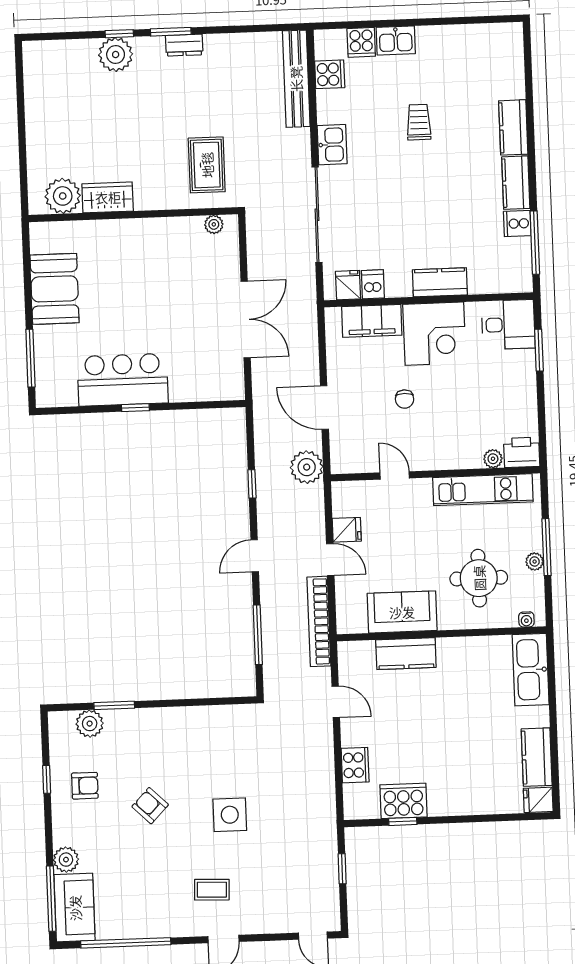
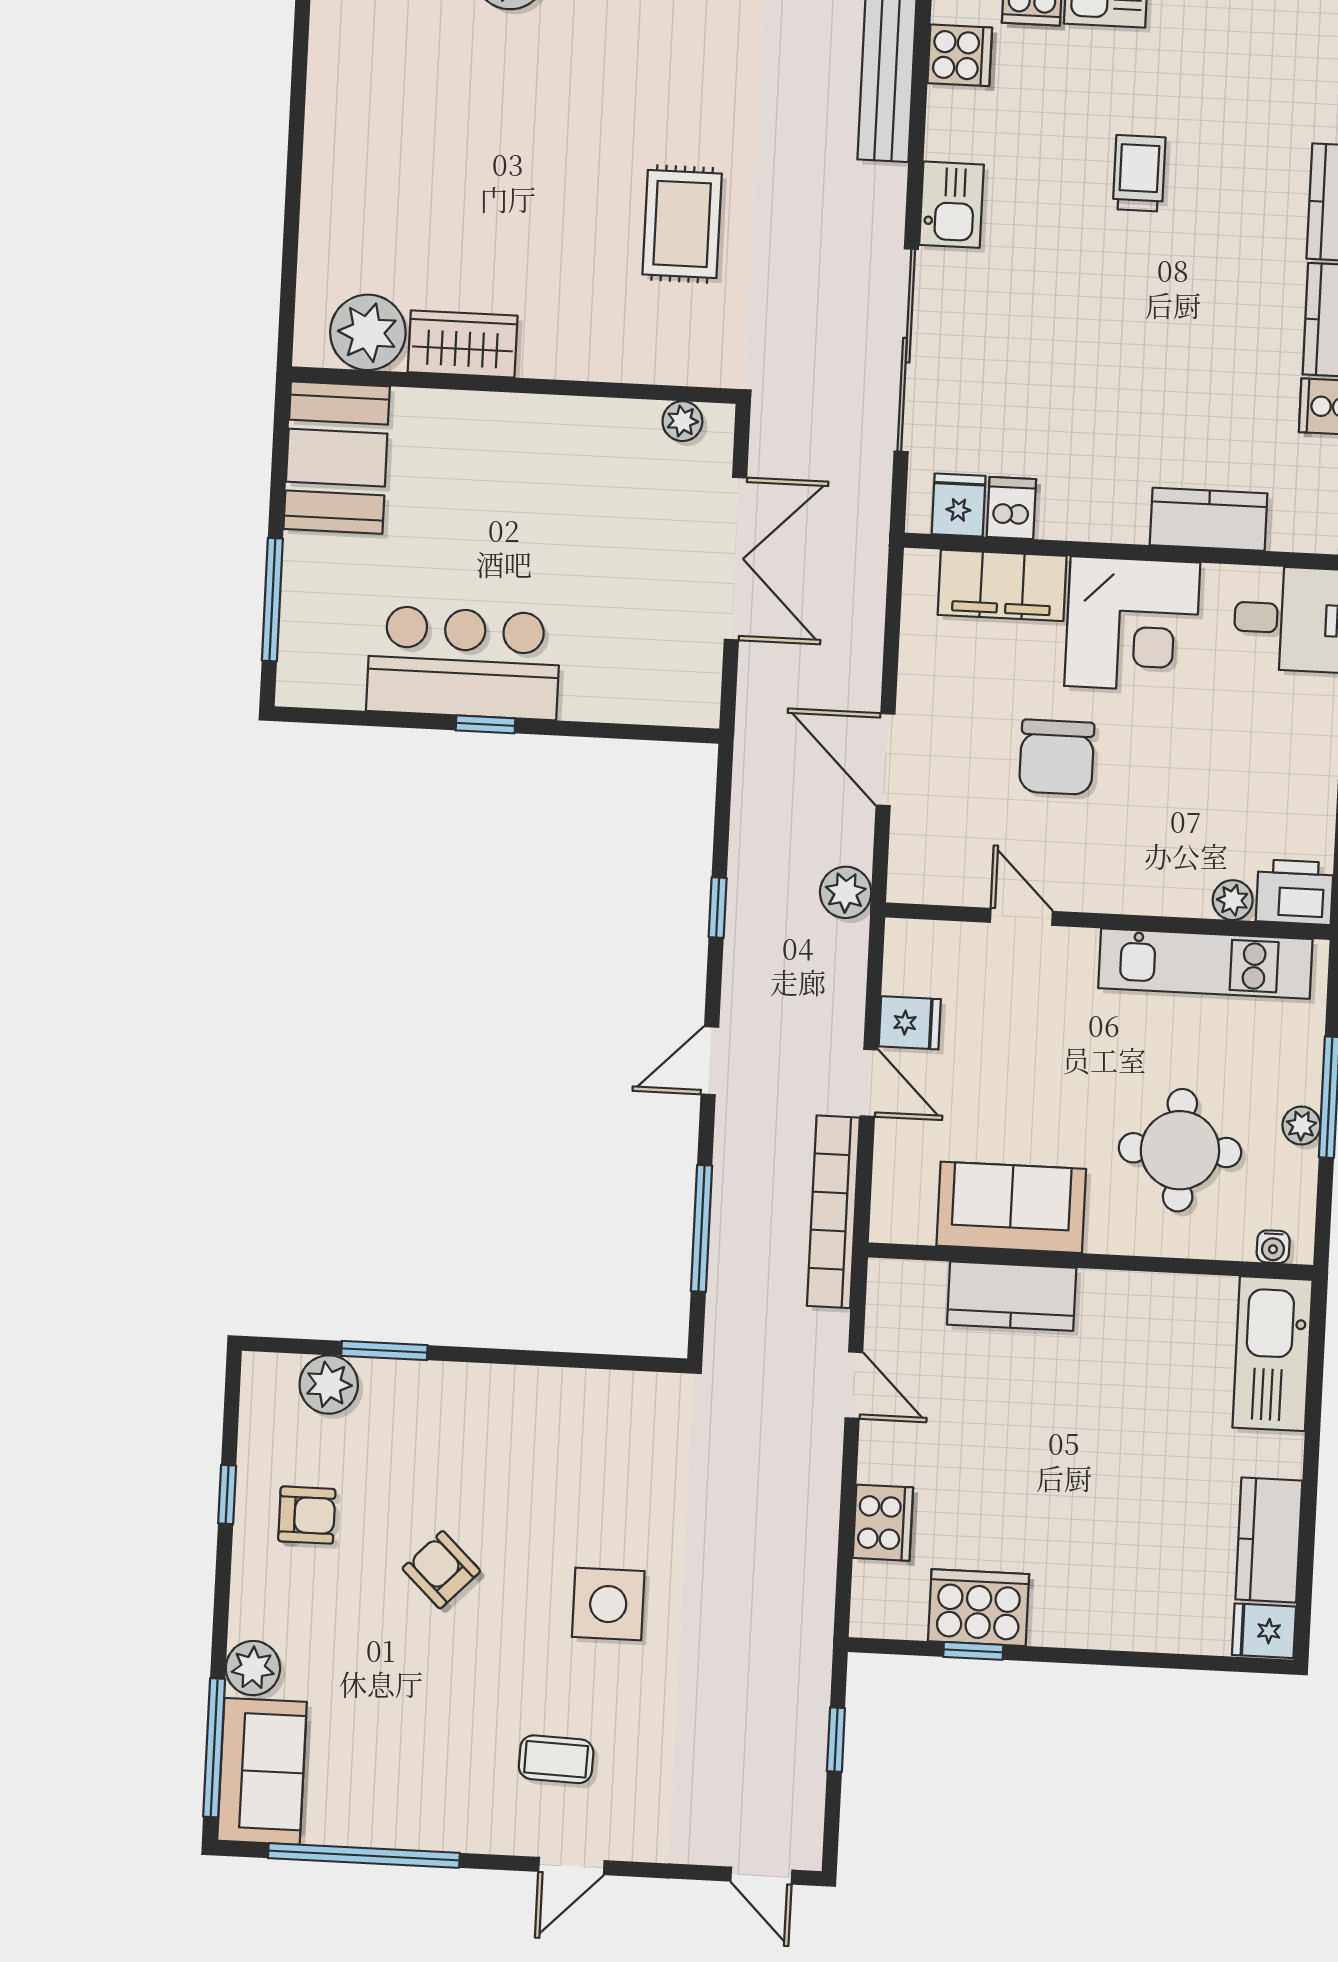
plant: (63, 196) -> (368, 332), moved
wardrobe: (108, 197) -> (463, 344), moved
wall: (133, 215) -> (514, 385), moved
plant: (214, 224) -> (682, 421), moved
kitchen counter: (440, 282) -> (1209, 519), moved
chair: (405, 399) -> (1057, 757), width x1.87, depth x1.87
plant: (307, 467) -> (846, 892), width x0.73, depth x0.73

